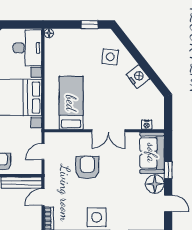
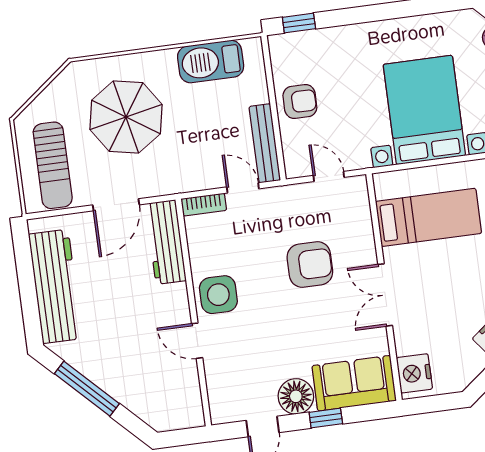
nightstand: (147, 125) -> (414, 373), width x1.89, depth x1.79

